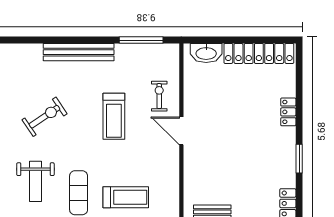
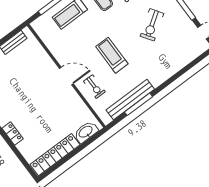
window: (141, 40) -> (138, 104), moved
bench: (79, 52) -> (130, 100), moved

